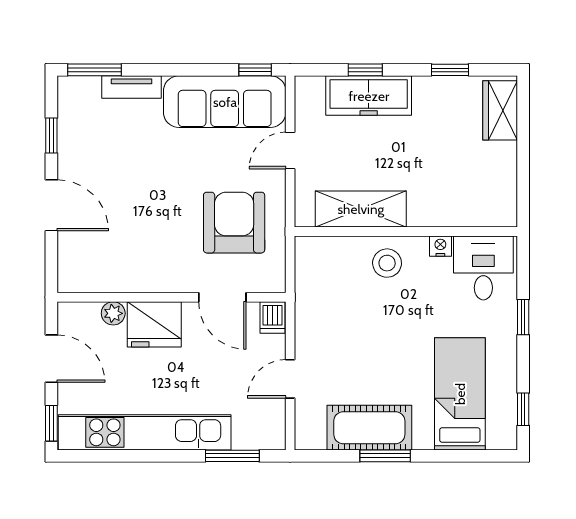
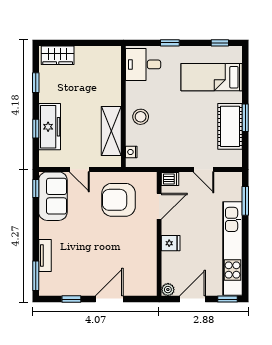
sofa: (225, 102) -> (53, 196), width x0.73
nightstand: (440, 246) -> (131, 152), moved
plant: (113, 313) -> (168, 290), moved
fridge: (154, 324) -> (171, 243), width x0.53, depth x0.75

